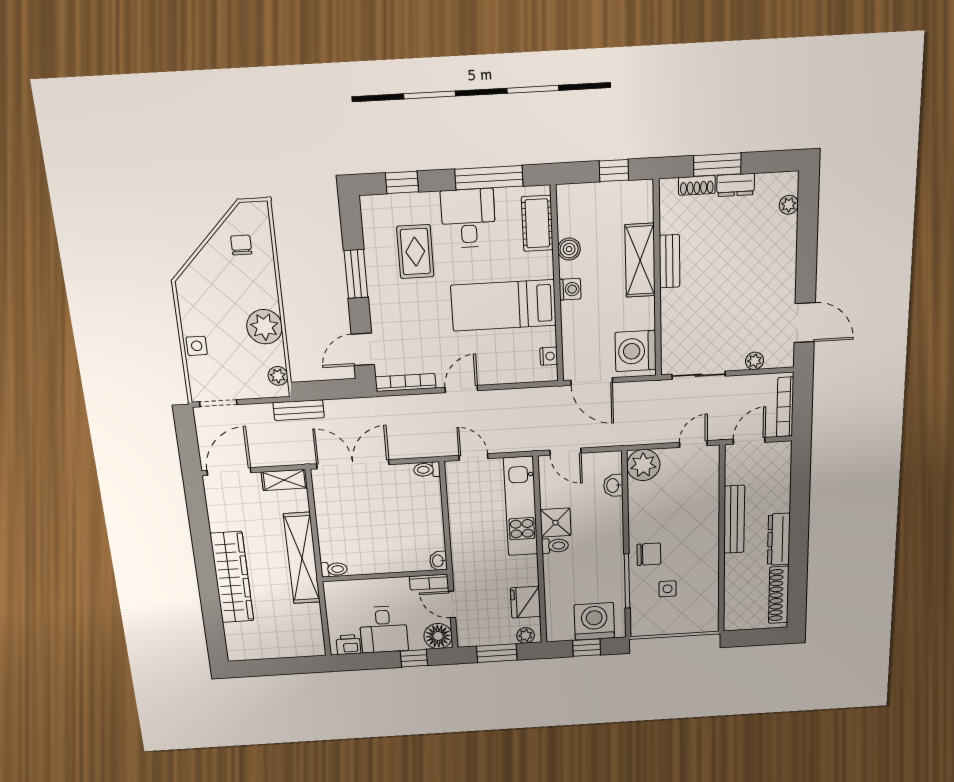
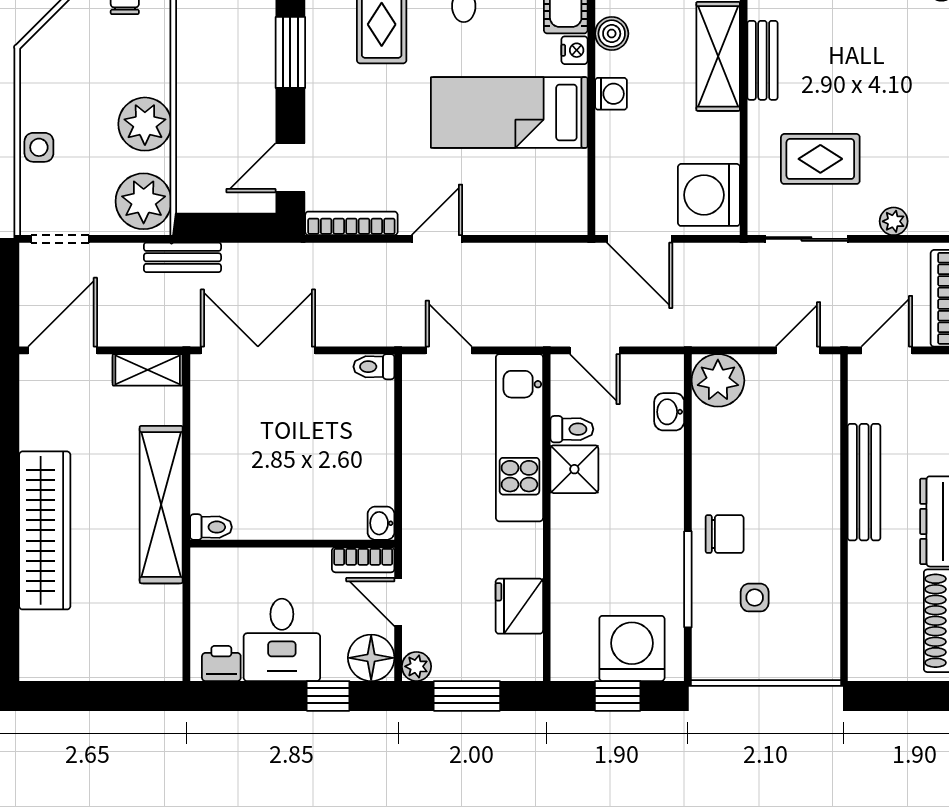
rug: (708, 324) -> (820, 159), added
nightstand: (549, 356) -> (575, 50), moved
plant: (278, 376) -> (144, 201), width x1.88, depth x1.88
toilet: (555, 546) -> (572, 429), moved
plant: (526, 635) -> (416, 666), moved

